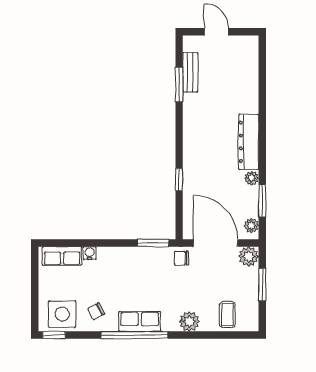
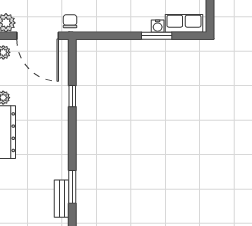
window: (153, 243) -> (157, 36), moved
chair: (181, 258) -> (70, 21), turned -90

